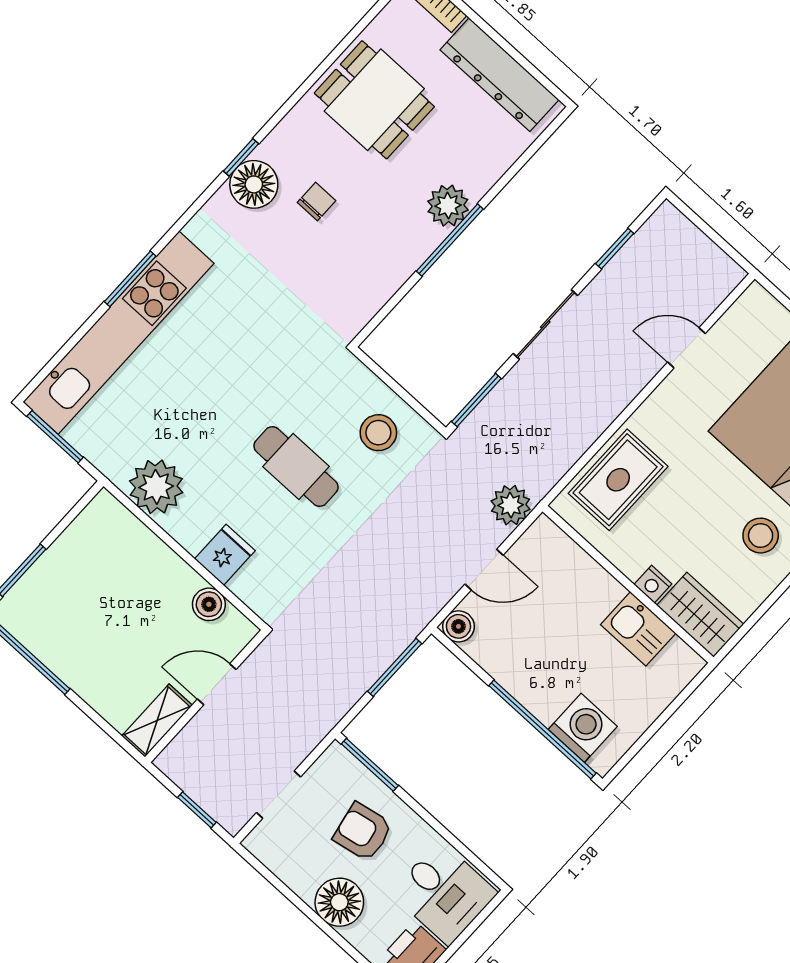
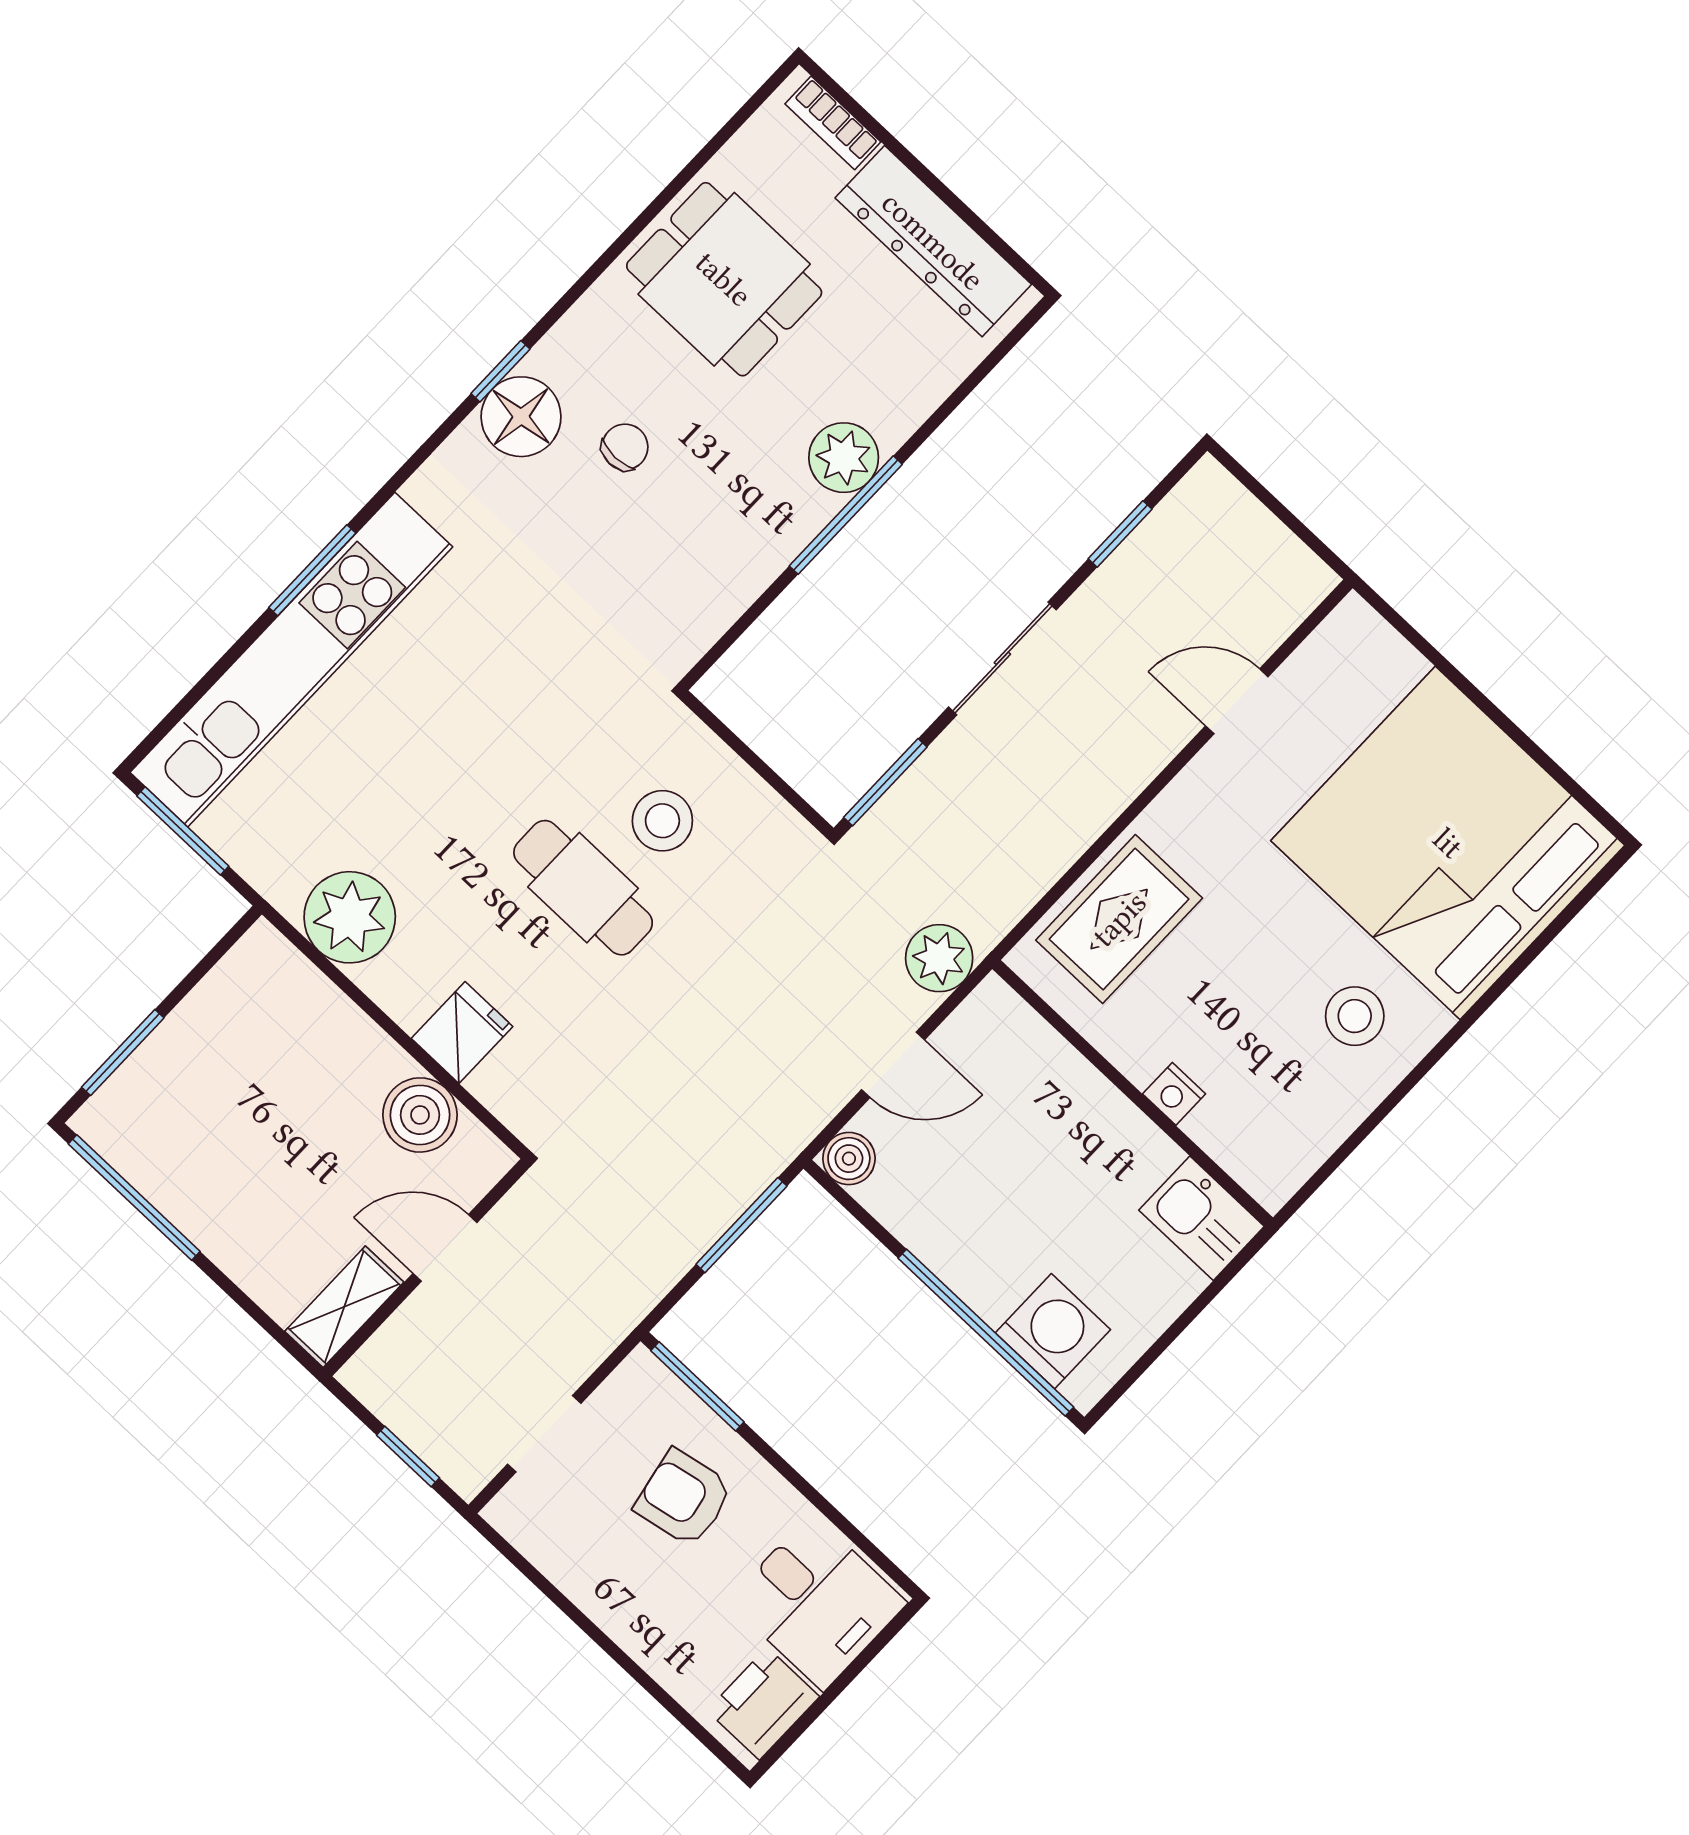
stool: (378, 433) -> (662, 821), moved
boiler: (209, 604) -> (420, 1115), width x1.36, depth x1.36
wardrobe: (700, 615) -> (1252, 1146), removed
kitchen sink: (638, 629) -> (1202, 1218), moved
floor lamp: (339, 902) -> (643, 1614), removed

